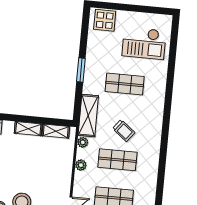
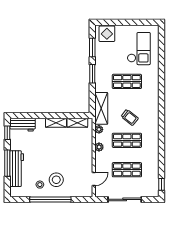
window: (84, 36) -> (92, 48), added
checkout: (144, 43) -> (139, 49), turned -90

